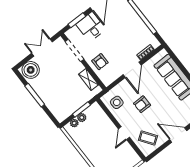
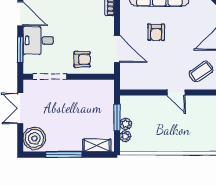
door: (132, 70) -> (117, 49), moved
shelving: (89, 79) -> (97, 146), moved
side table: (117, 102) -> (138, 75), removed
armchair: (142, 104) -> (156, 32), moved

